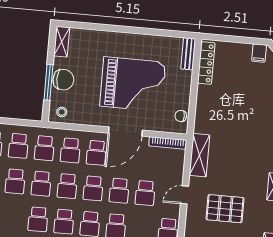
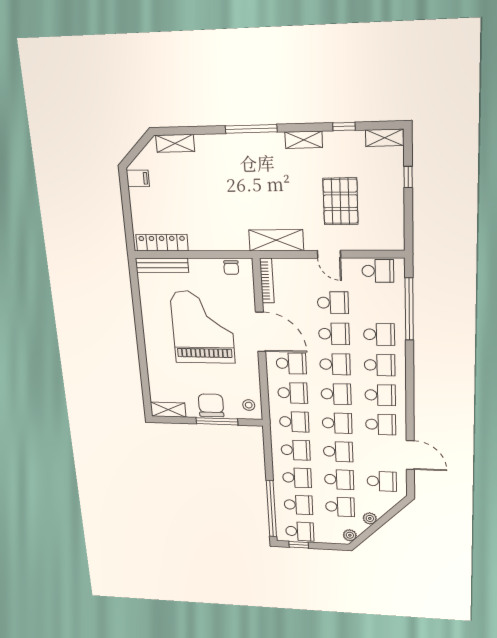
bench: (188, 54) -> (162, 265), width x1.36

